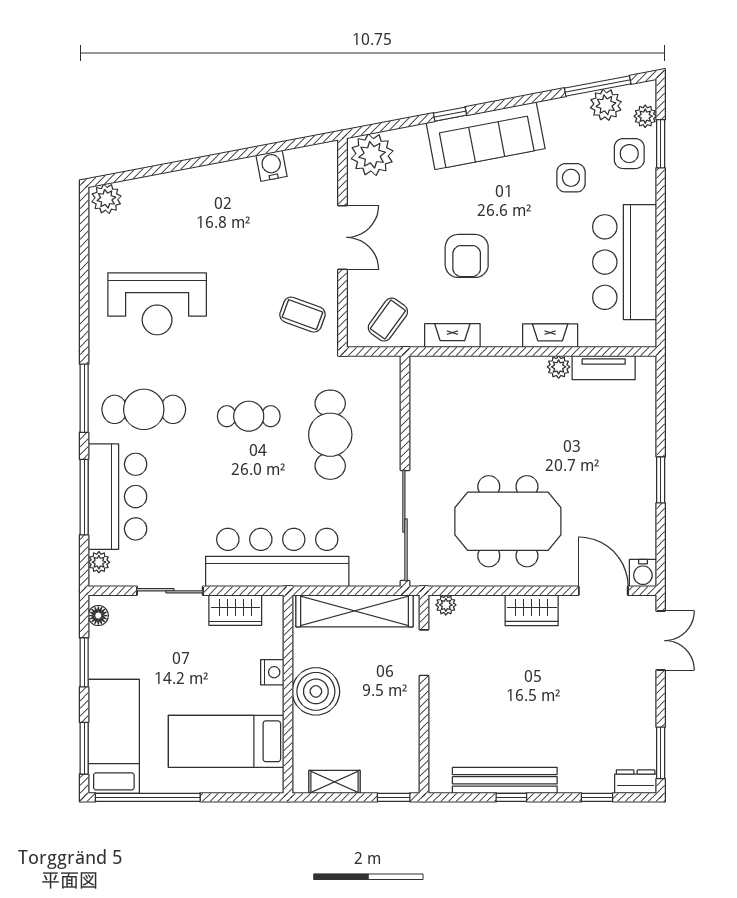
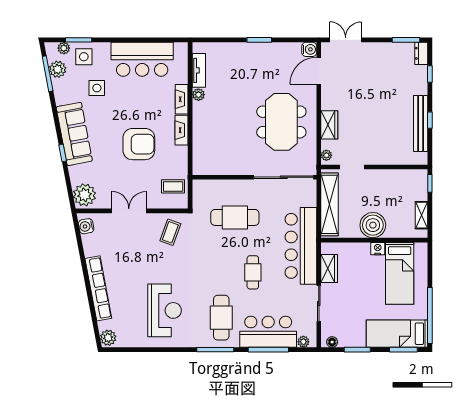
water cooler: (272, 166) -> (86, 226), moved
row of seats: (198, 180) -> (98, 288), added
armchair: (467, 256) -> (139, 144), width x1.36, depth x1.36
coffee table: (388, 320) -> (173, 186), turned -36
fireplace: (452, 336) -> (182, 130), moved
cafe table: (249, 416) -> (253, 272), moved
wardrobe: (532, 610) -> (329, 125), moved
nightstand: (272, 672) -> (378, 249), moved

